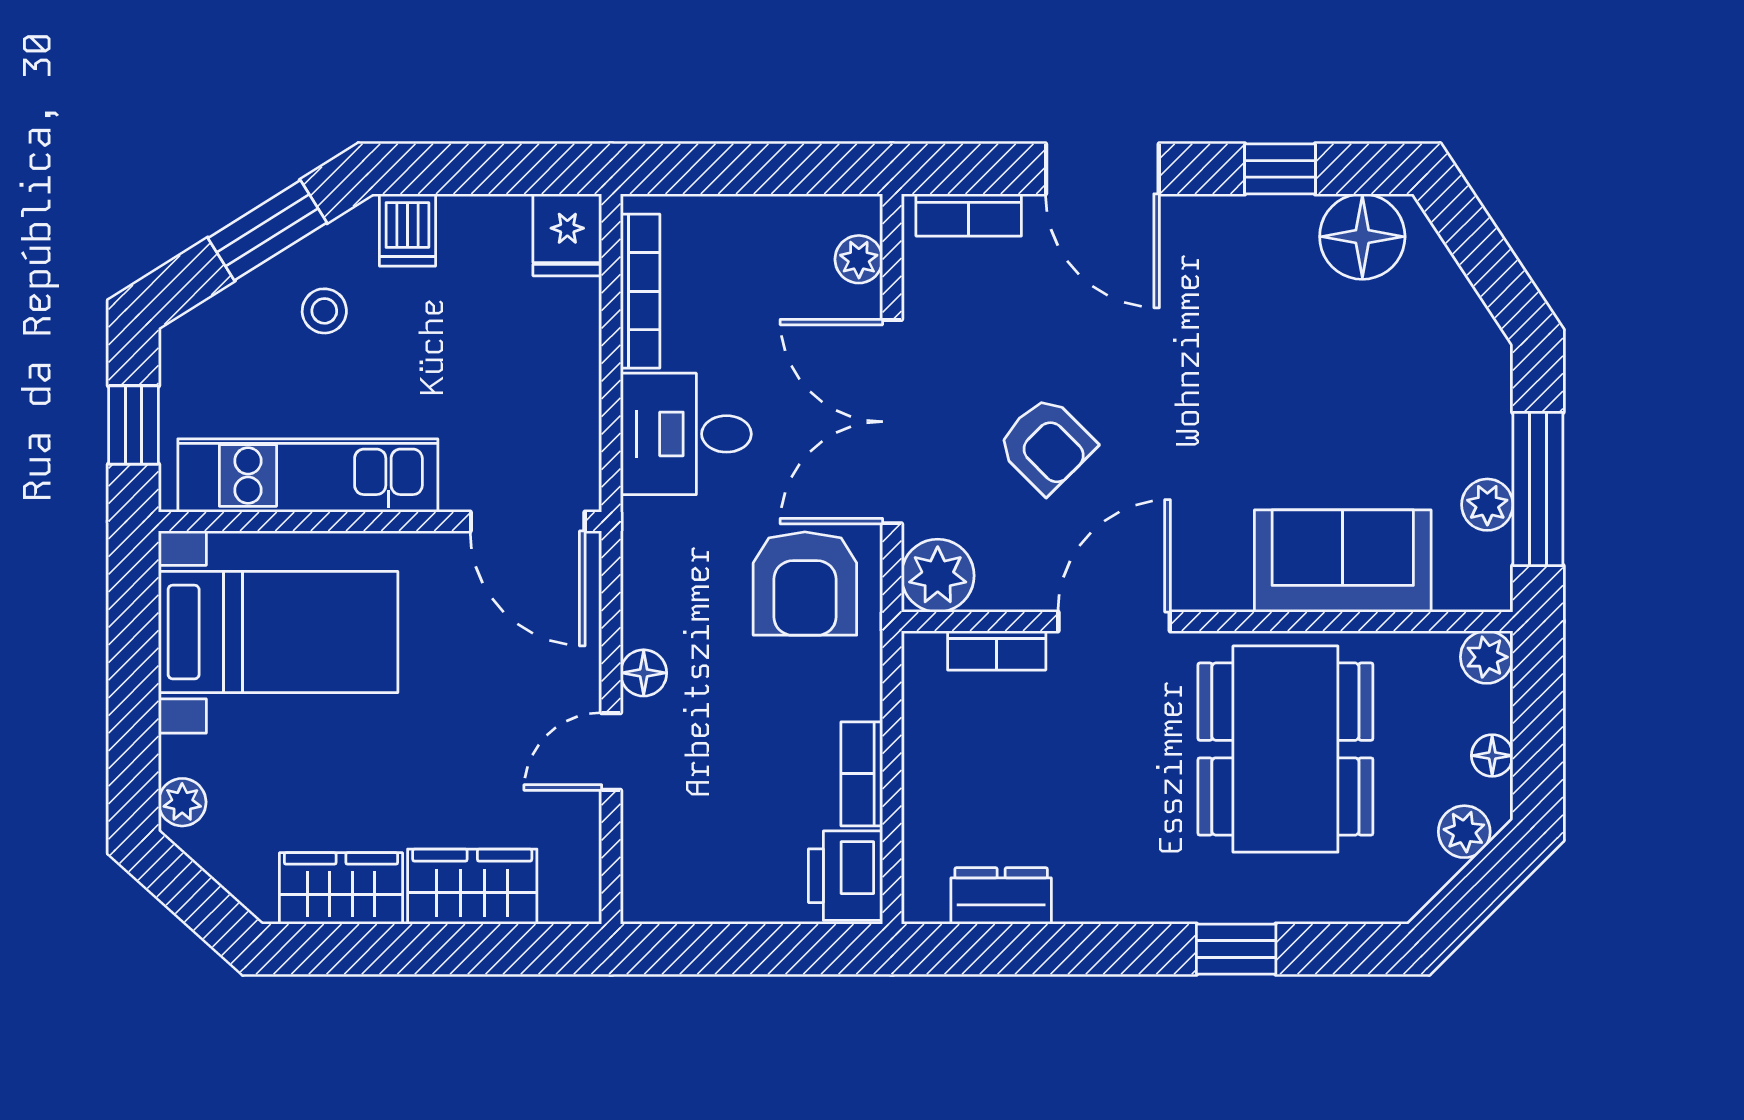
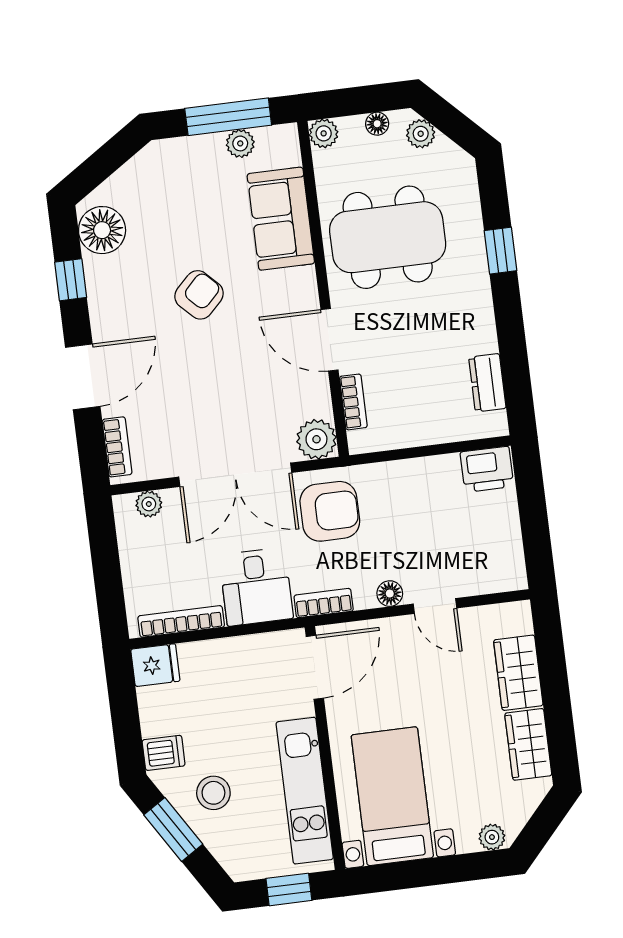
stool: (324, 311) -> (213, 793), width x1.37, depth x1.37
armchair: (1046, 445) -> (199, 295), moved
bookcase: (862, 774) -> (324, 603), moved, turned 180

